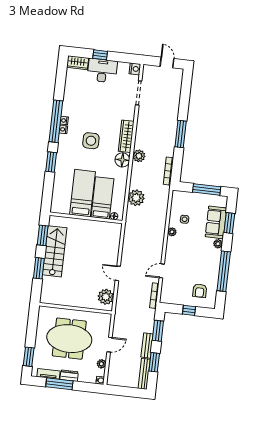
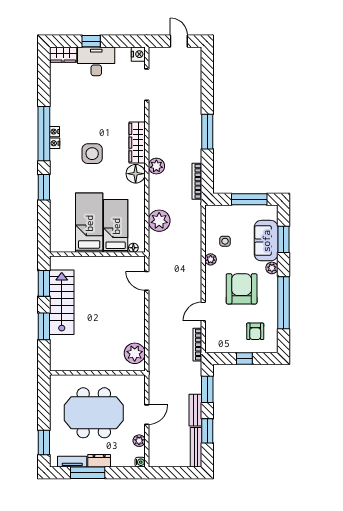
armchair: (193, 257) -> (242, 289), added
door: (118, 273) -> (147, 281), moved

